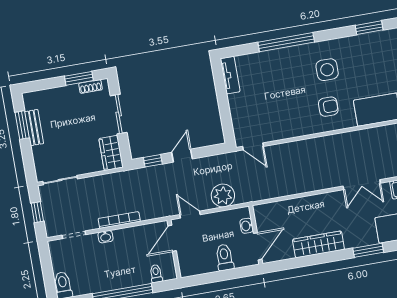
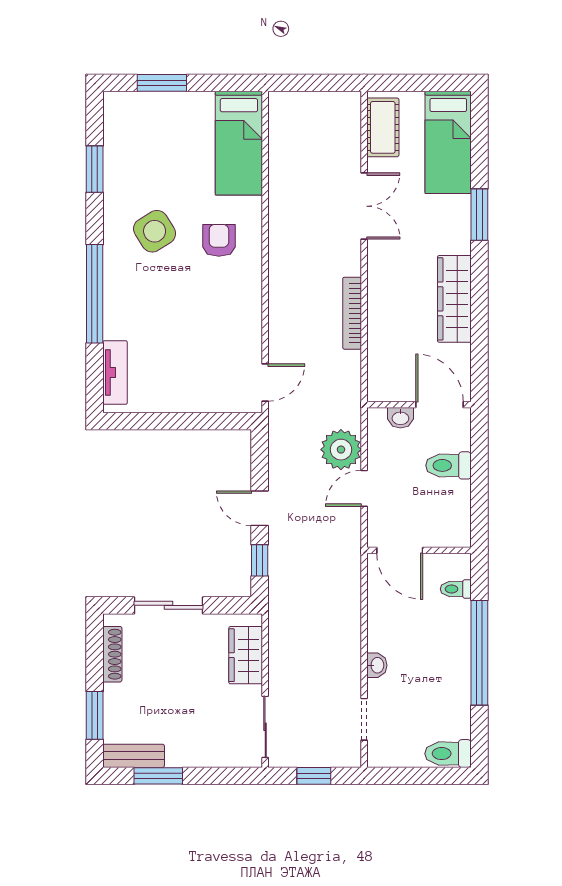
window: (369, 28) -> (95, 169), moved
side table: (327, 70) -> (155, 231), turned -32
tv unit: (230, 75) -> (115, 373), moved, turned 90
window: (79, 78) -> (95, 715), moved
shoe rack: (90, 87) -> (112, 654), width x1.43
bench: (34, 128) -> (134, 756), moved
wardrobe: (111, 153) -> (246, 655), moved, turned 90
door: (190, 215) -> (364, 488), moved
bookcase: (119, 220) -> (352, 313), moved

